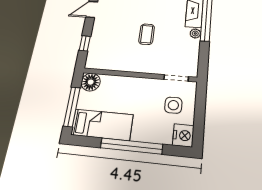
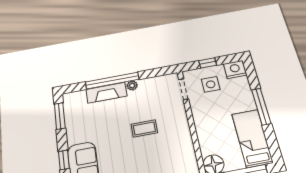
window: (200, 110) -> (208, 63), added
window: (131, 146) -> (261, 107), width x0.68

